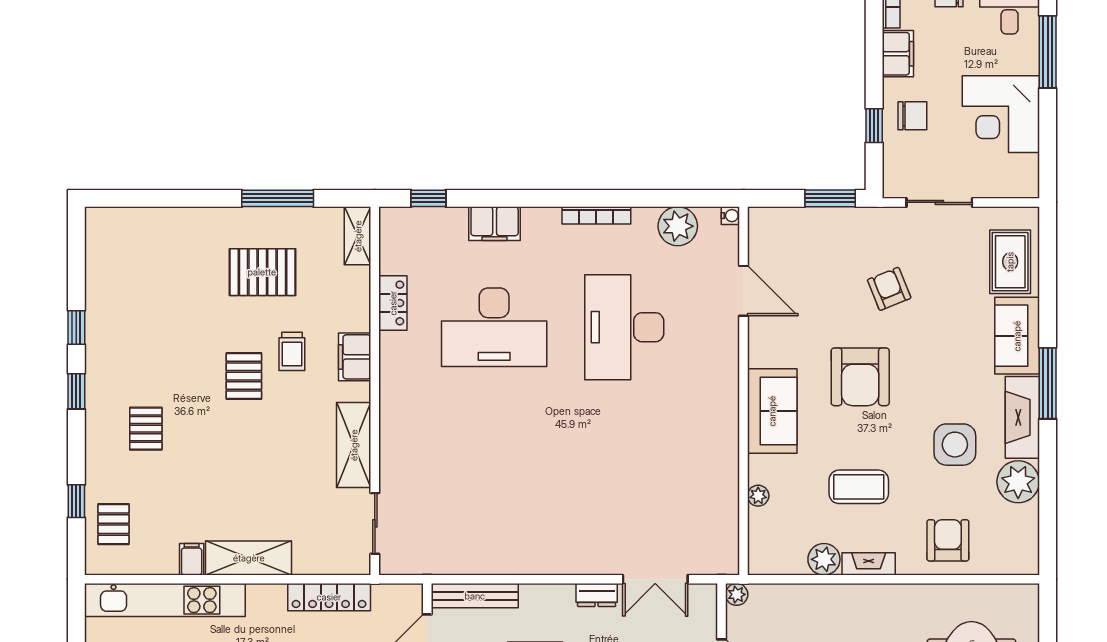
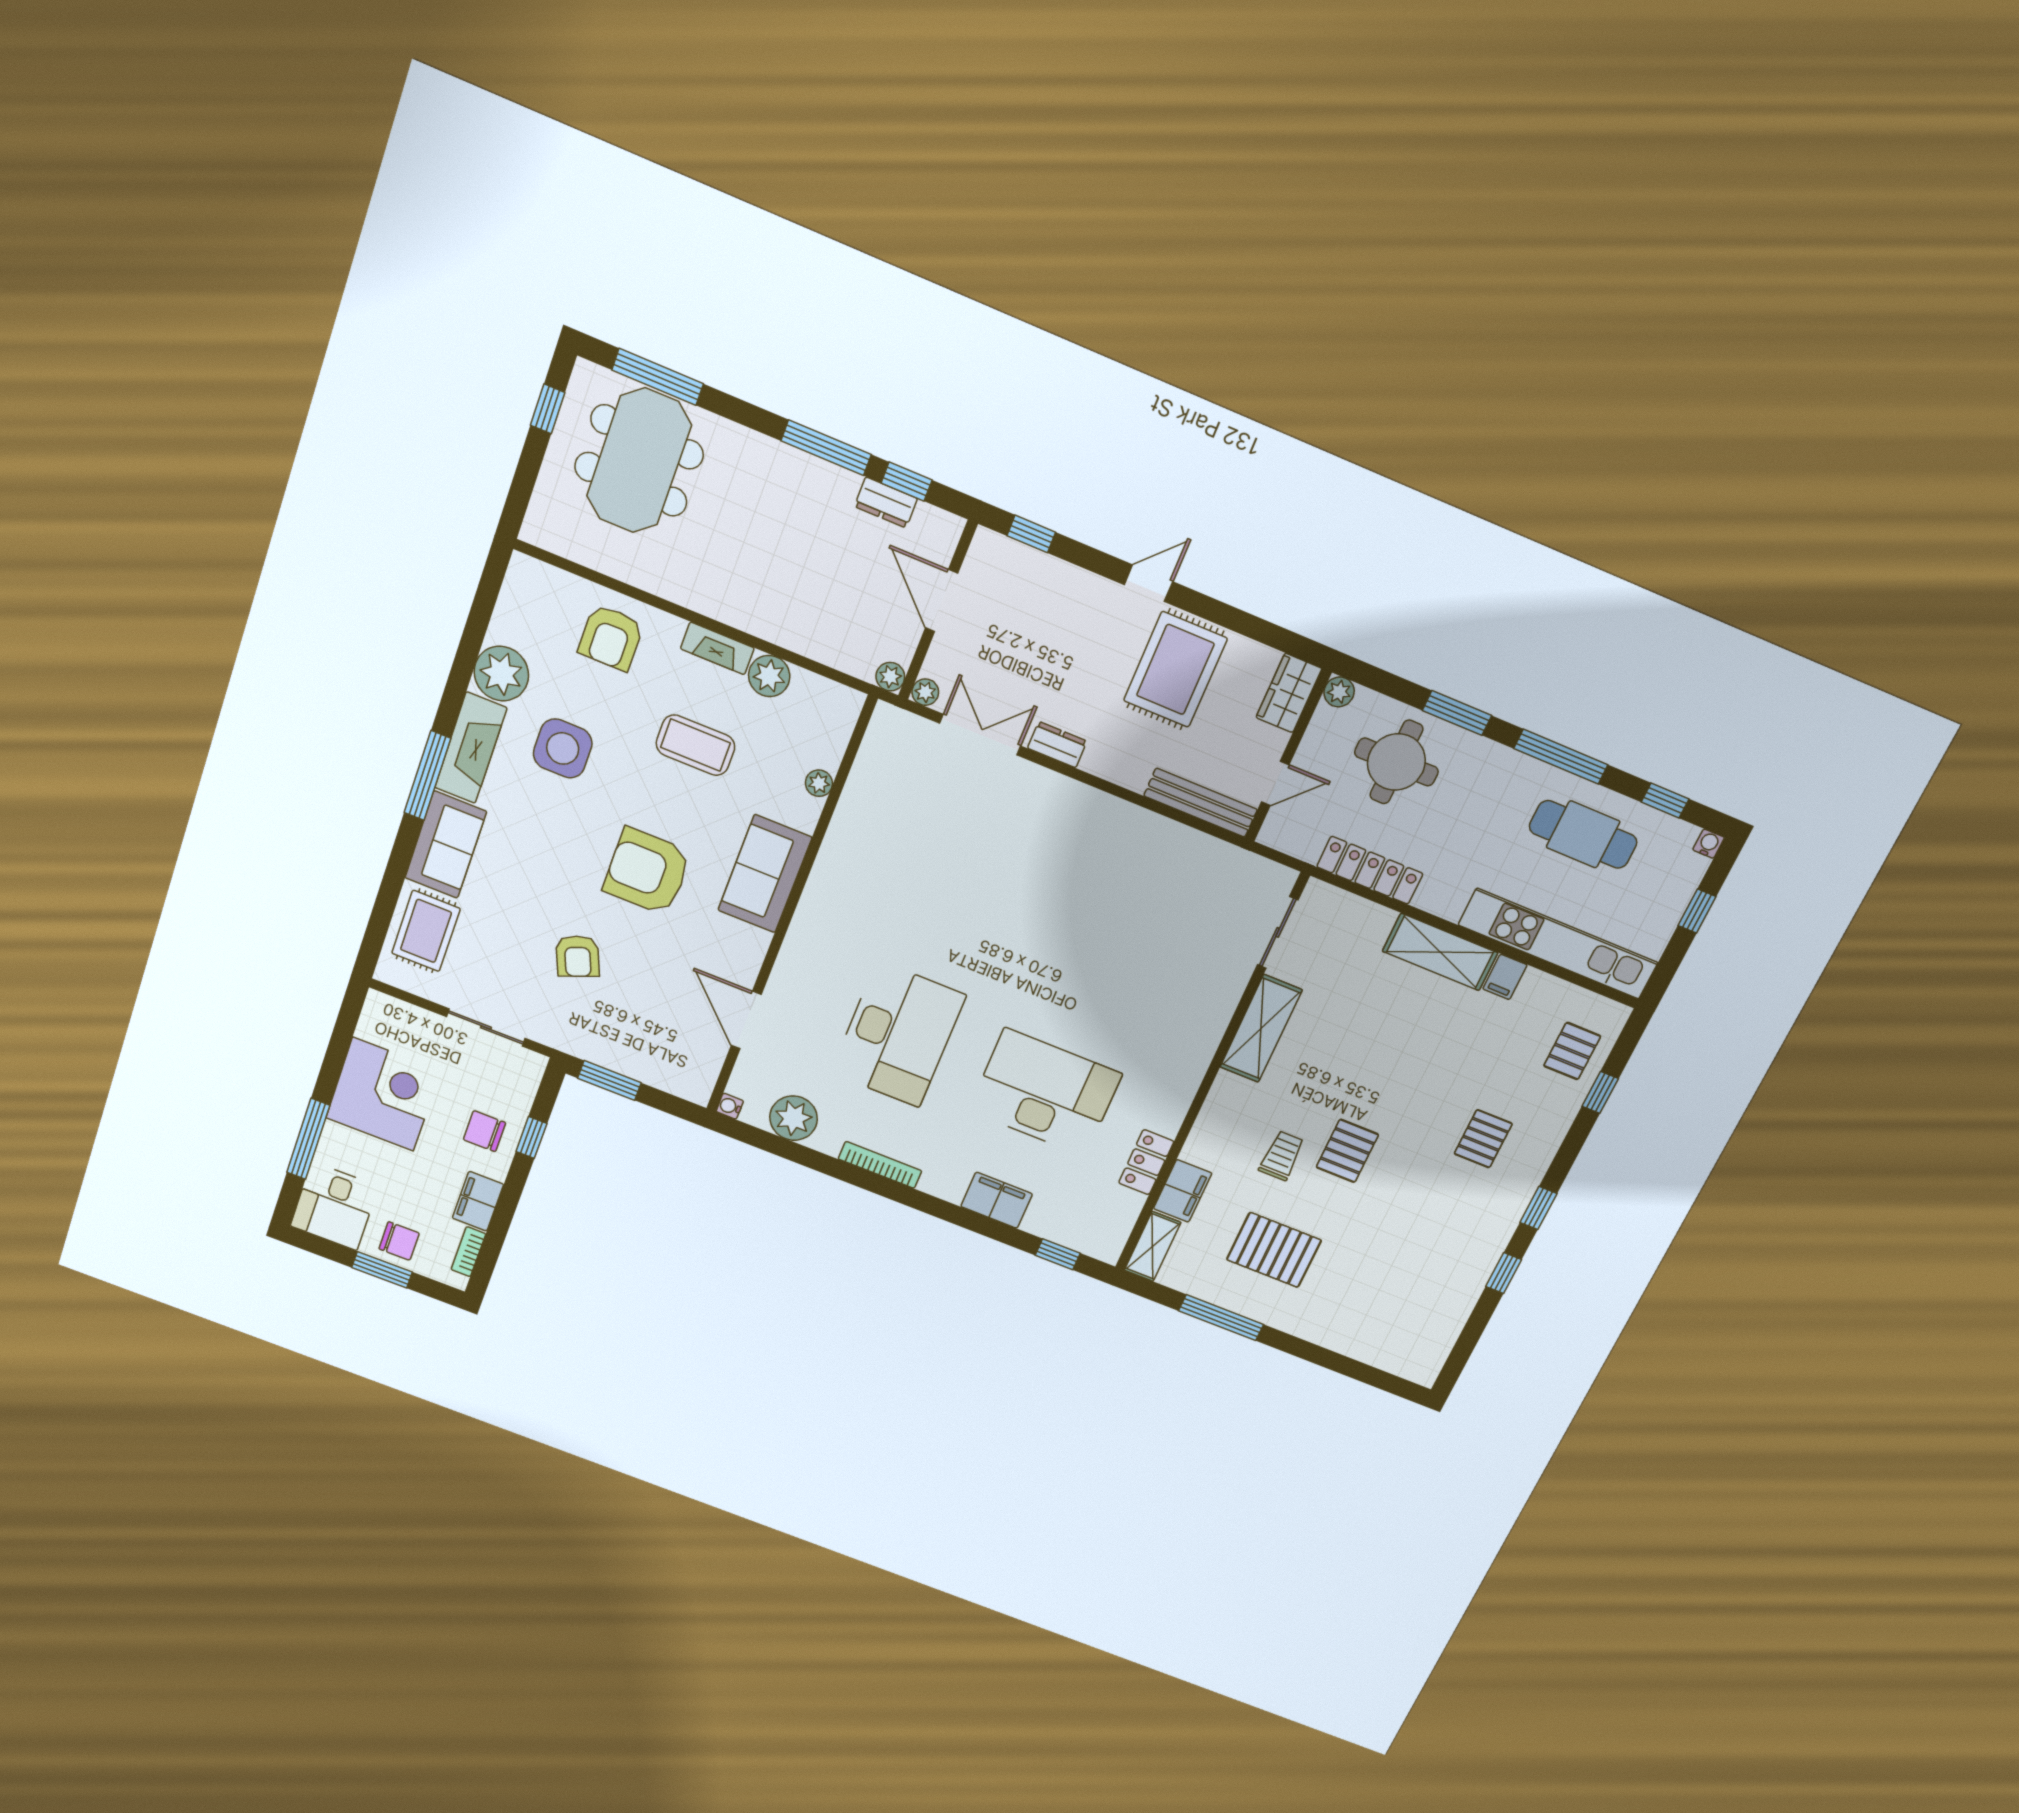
filing cabinet: (355, 357) -> (1183, 1191), moved
armchair: (860, 377) -> (647, 871), turned -90
plant: (707, 594) -> (925, 692), added

